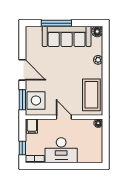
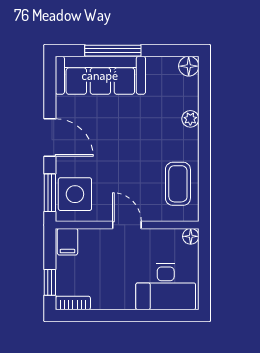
sofa: (67, 36) -> (100, 75), moved
coffee table: (91, 95) -> (178, 184), width x0.73, depth x0.76
desk: (61, 150) -> (166, 287), moved

